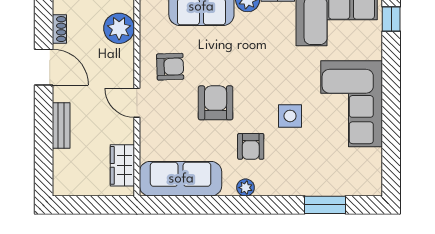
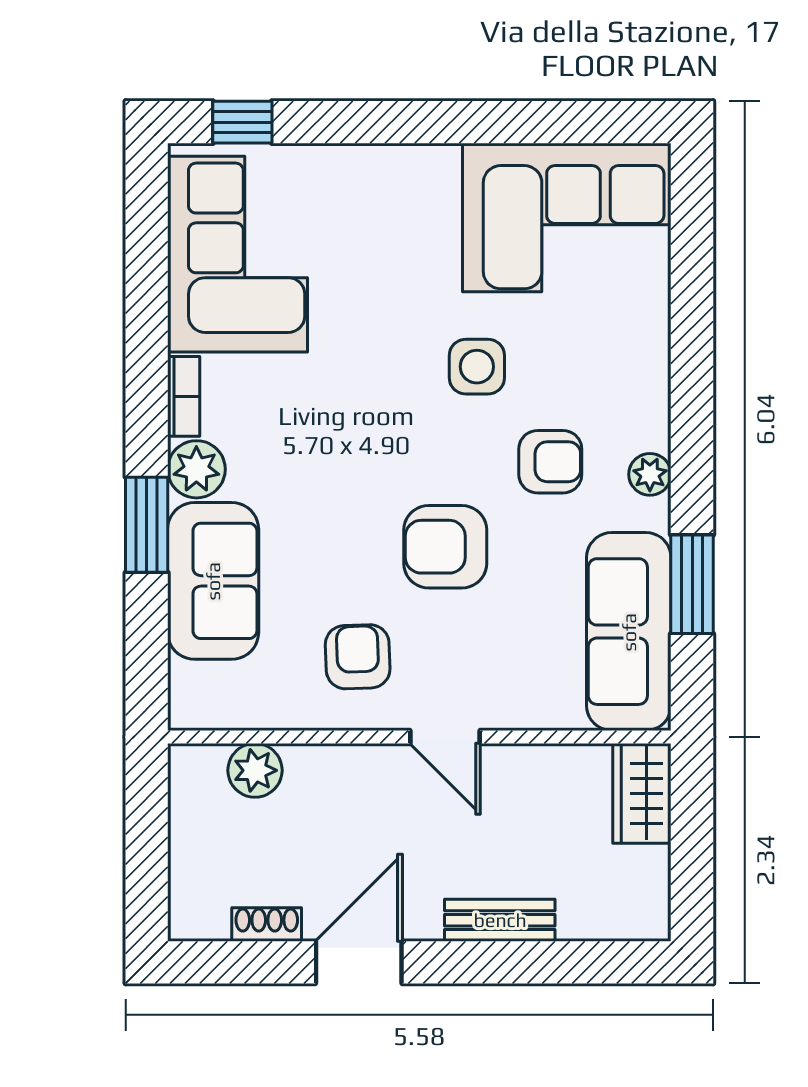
plant: (119, 28) -> (255, 770), width x0.73, depth x0.73
door: (137, 103) -> (445, 737), hinge flipped
corner sofa: (352, 104) -> (567, 218), moved
wardrobe: (122, 165) -> (642, 793), moved, turned 90
window: (325, 205) -> (692, 584), moved

